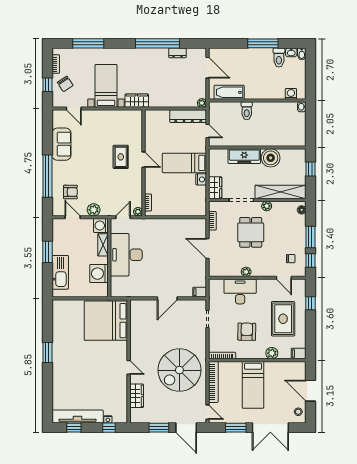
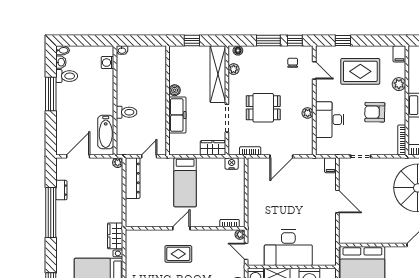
boiler: (271, 158) -> (175, 90), width x0.54, depth x0.54
nightstand: (201, 179) -> (232, 163), moved
plant: (267, 206) -> (234, 69), moved
door: (284, 278) -> (314, 70), hinge flipped

